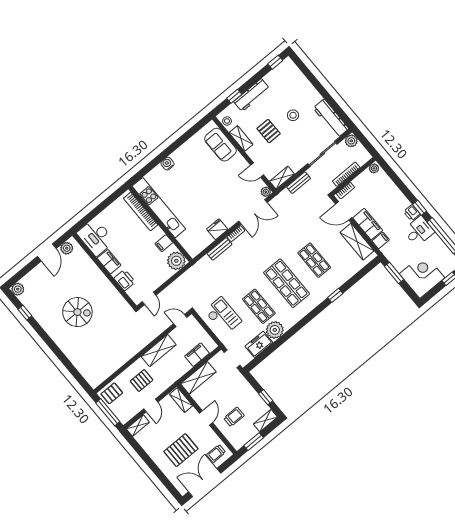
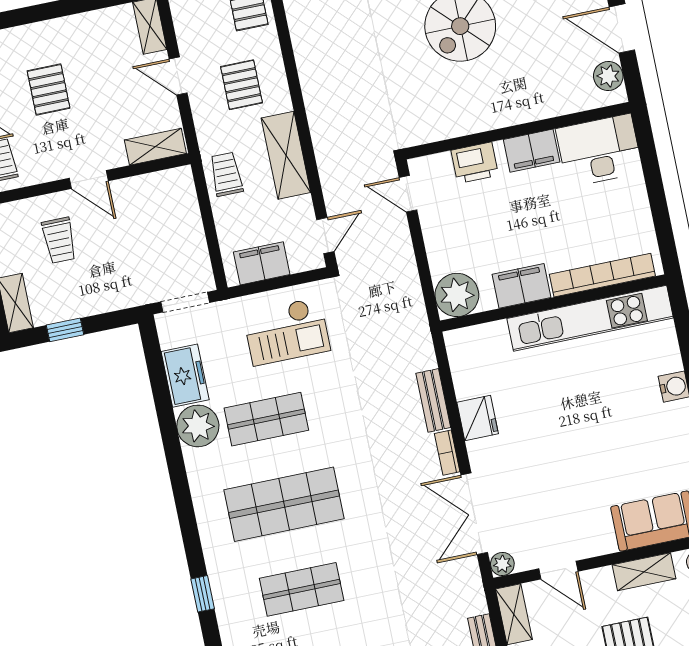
door: (257, 170) -> (558, 570), swing flipped
filing cabinet: (164, 243) -> (521, 286), width x2.00
filing cabinet: (197, 355) -> (262, 263), moved, turned -90
trolley: (177, 369) -> (226, 174), added
shelving: (198, 378) -> (183, 209), removed
pallet: (181, 450) -> (49, 90), width x0.67, depth x0.71

